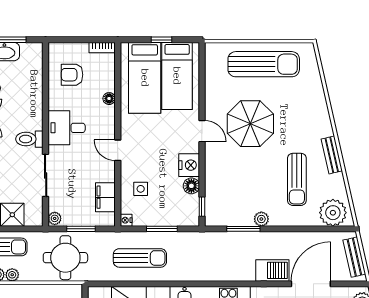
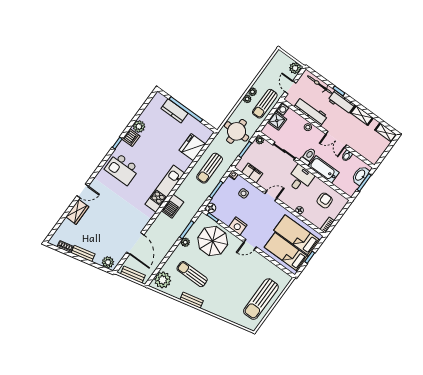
bathtub: (32, 106) -> (324, 169), added
parasol: (250, 124) -> (213, 241), moved
floor lamp: (191, 186) -> (211, 208), moved
barbecue: (272, 270) -> (173, 206), moved

